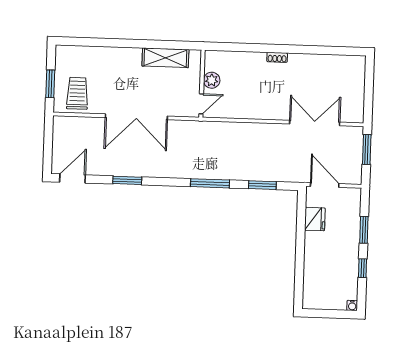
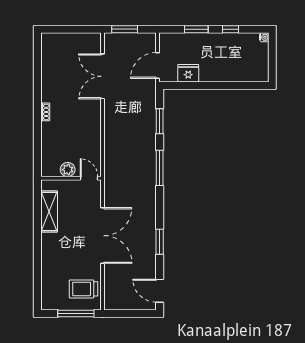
window: (50, 84) -> (76, 313), width x1.44

